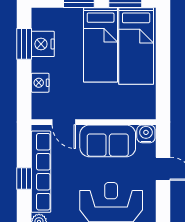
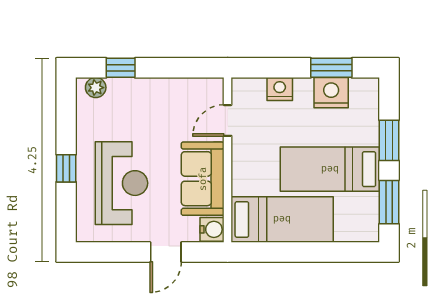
bed: (136, 46) -> (282, 219), moved, turned 180
row of seats: (41, 172) -> (162, 90), removed
window: (24, 178) -> (121, 68), moved

